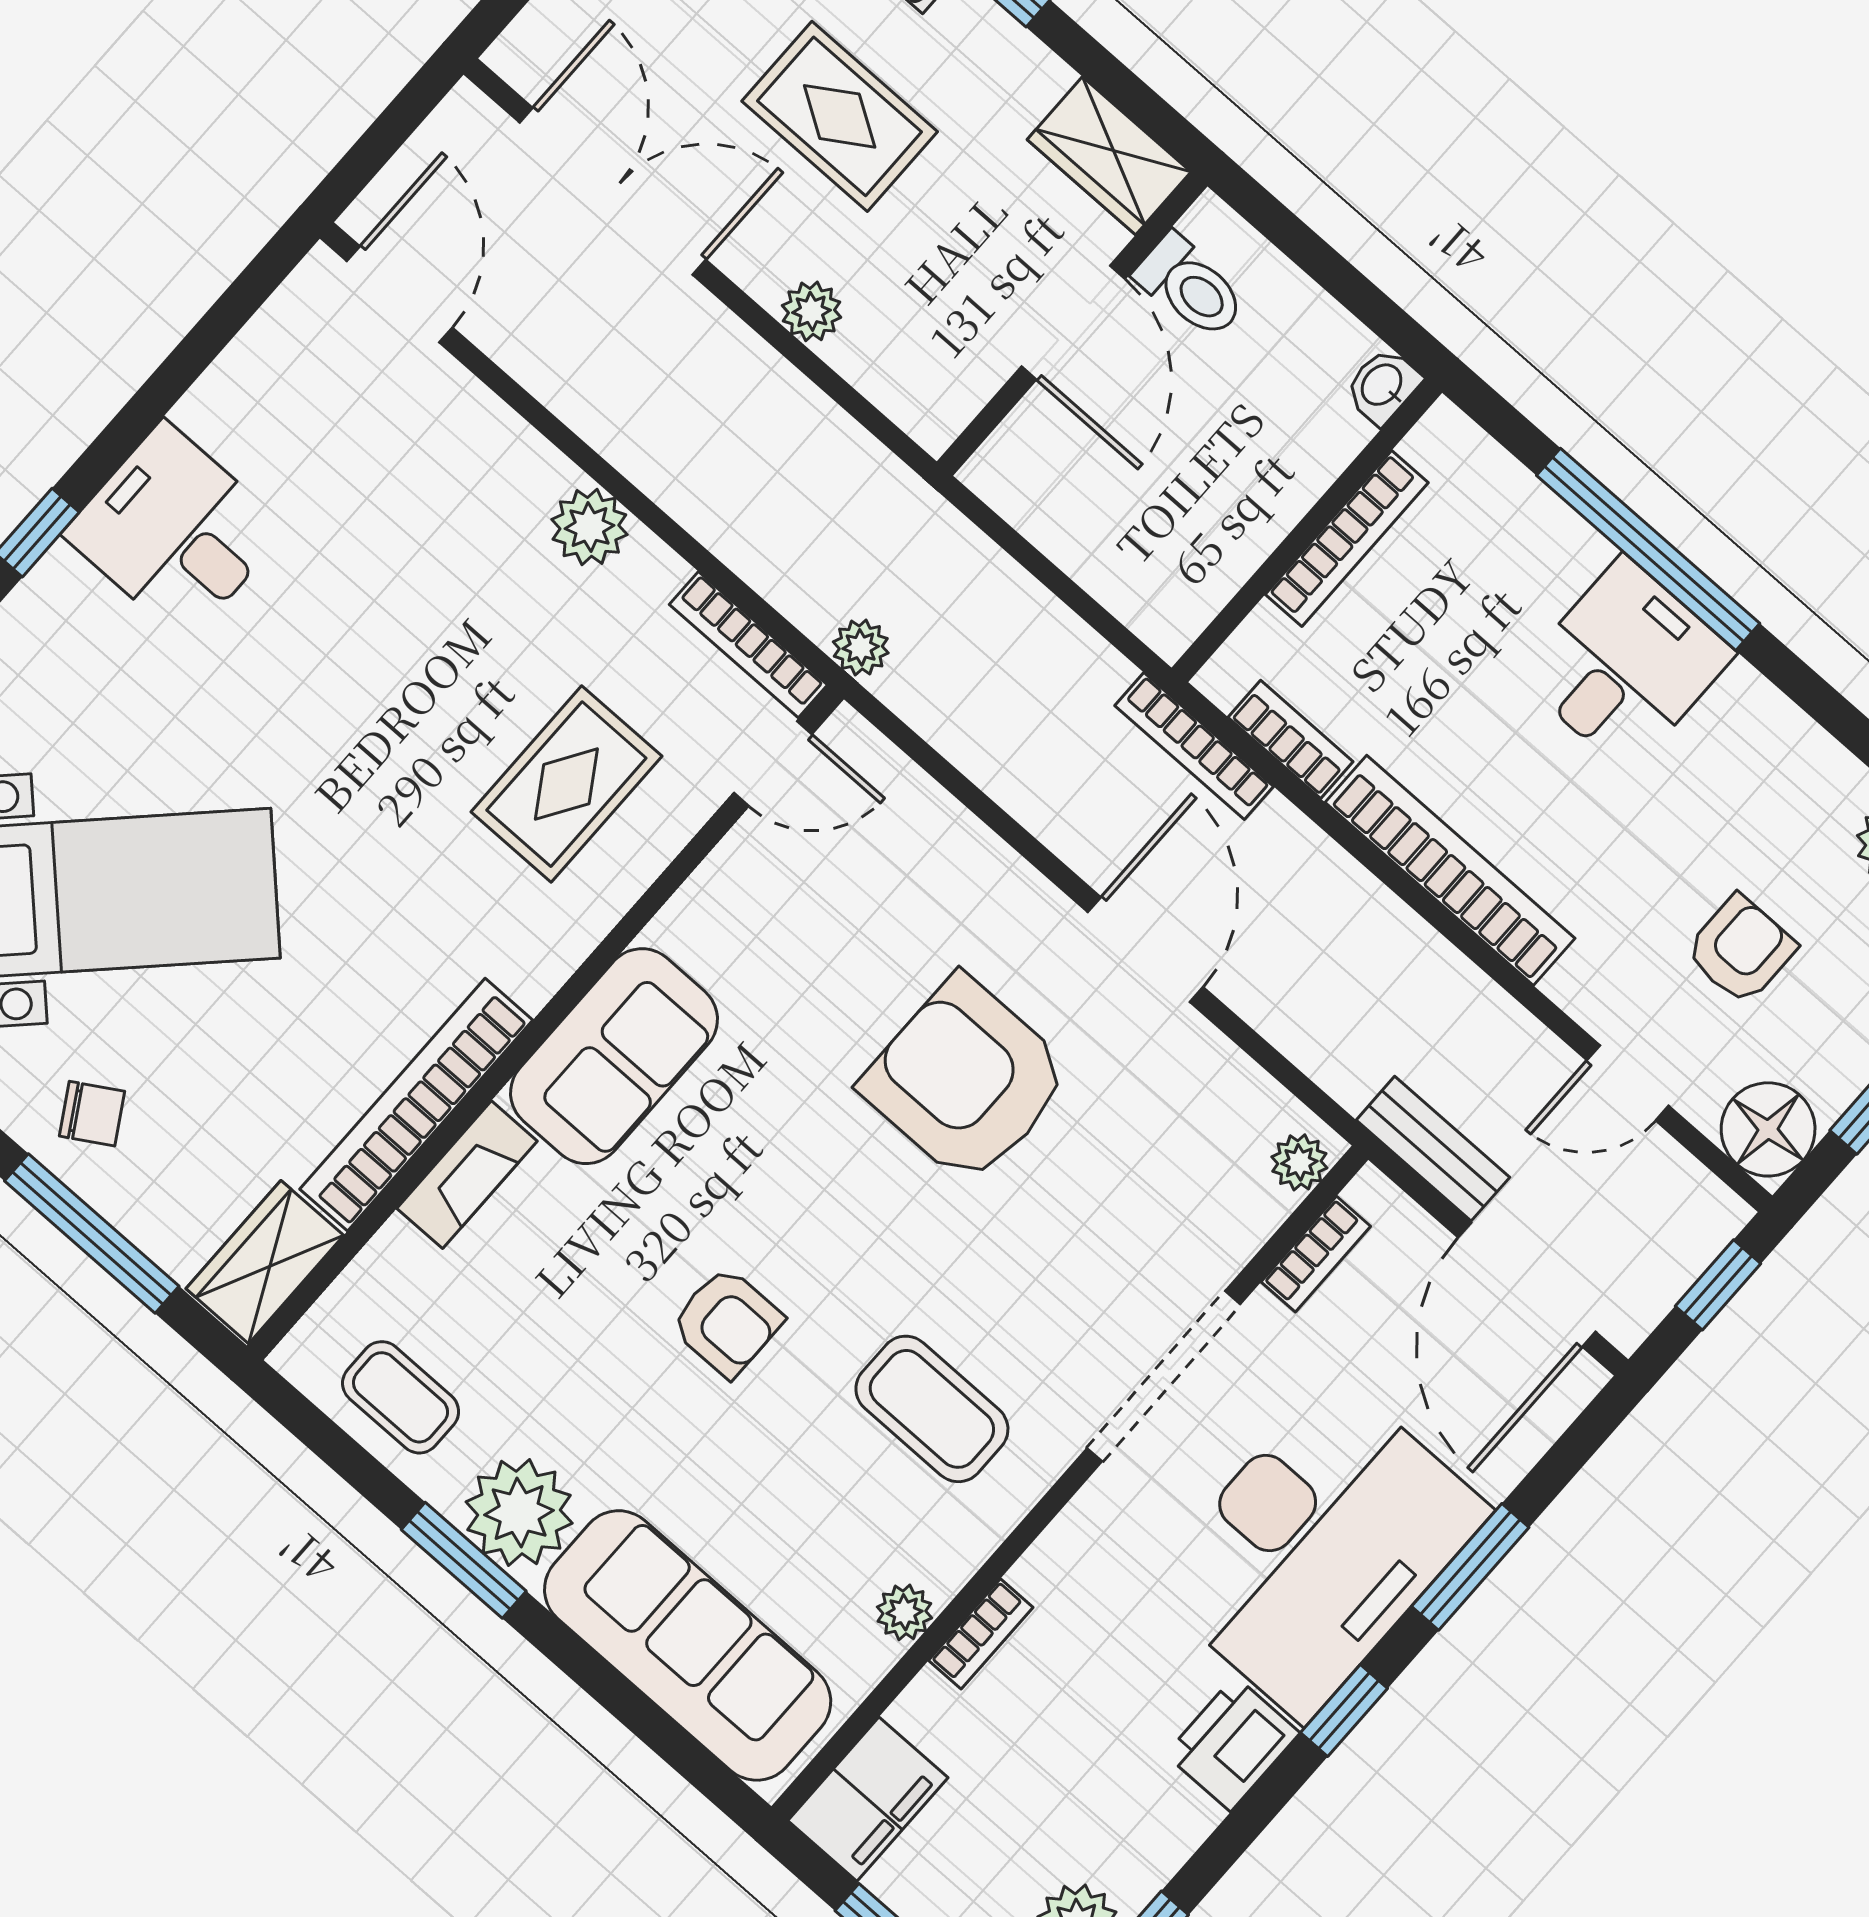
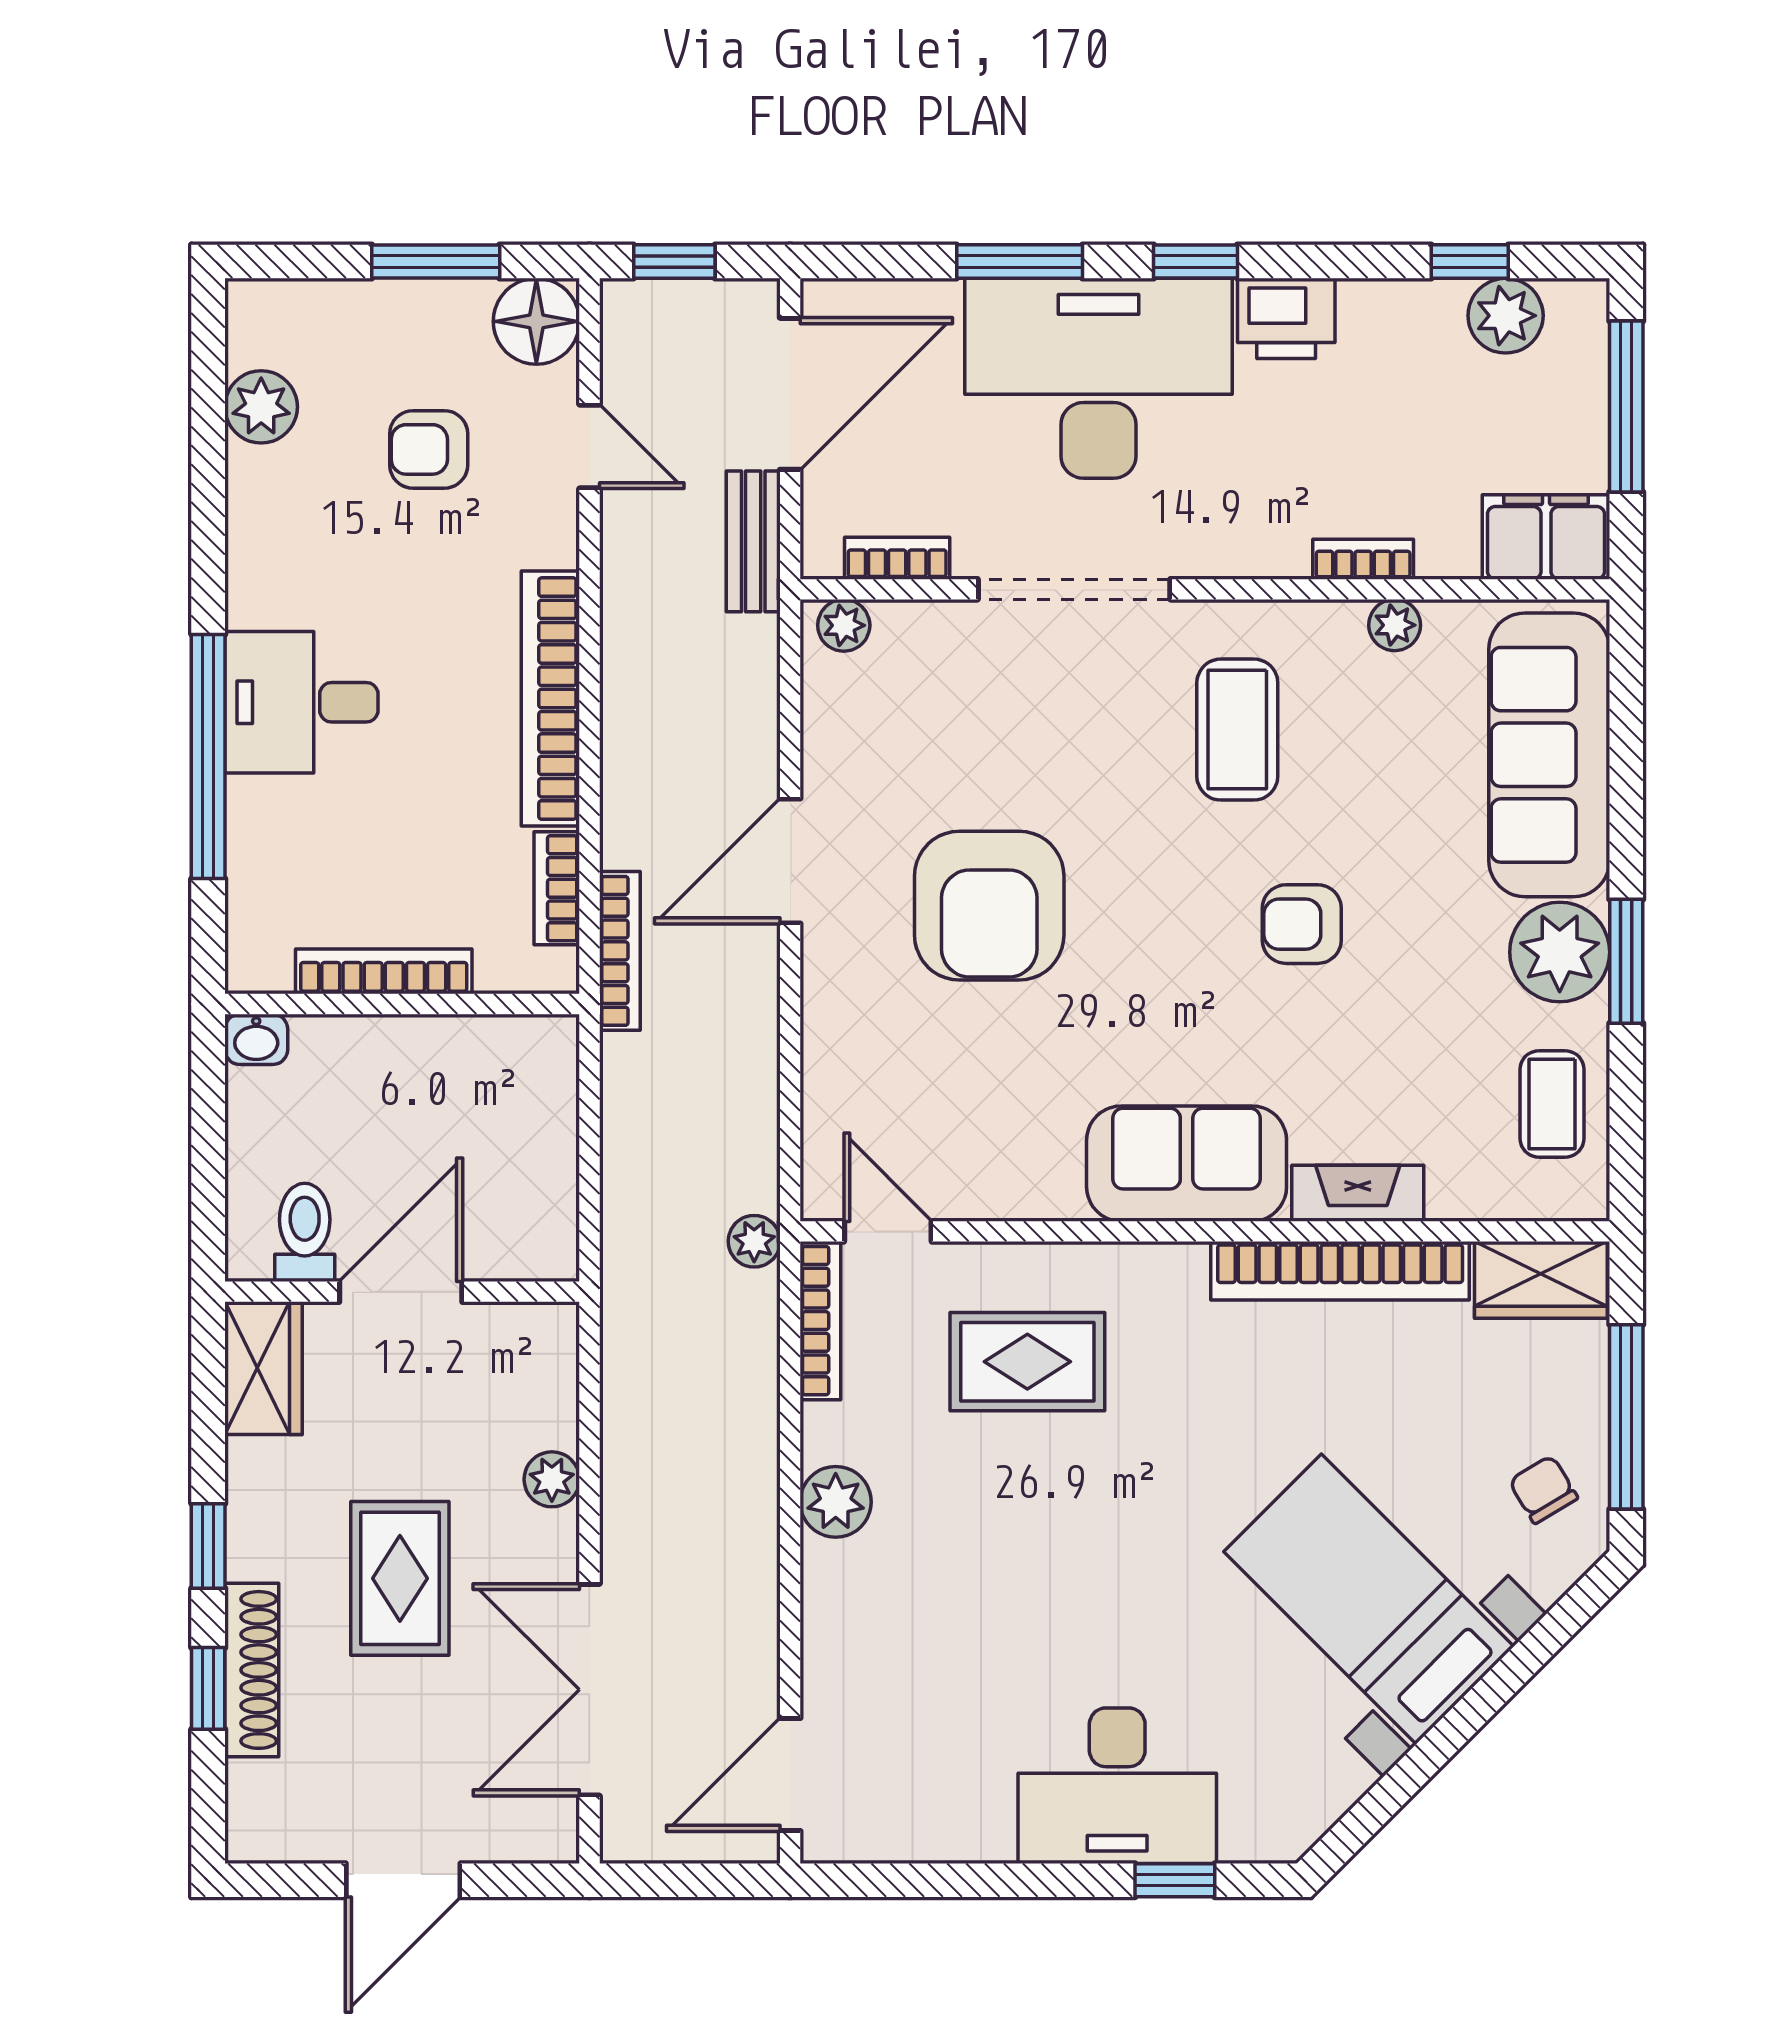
desk: (175, 531) -> (1117, 1786), width x1.37
armchair: (727, 1322) -> (1302, 924), turned -90

